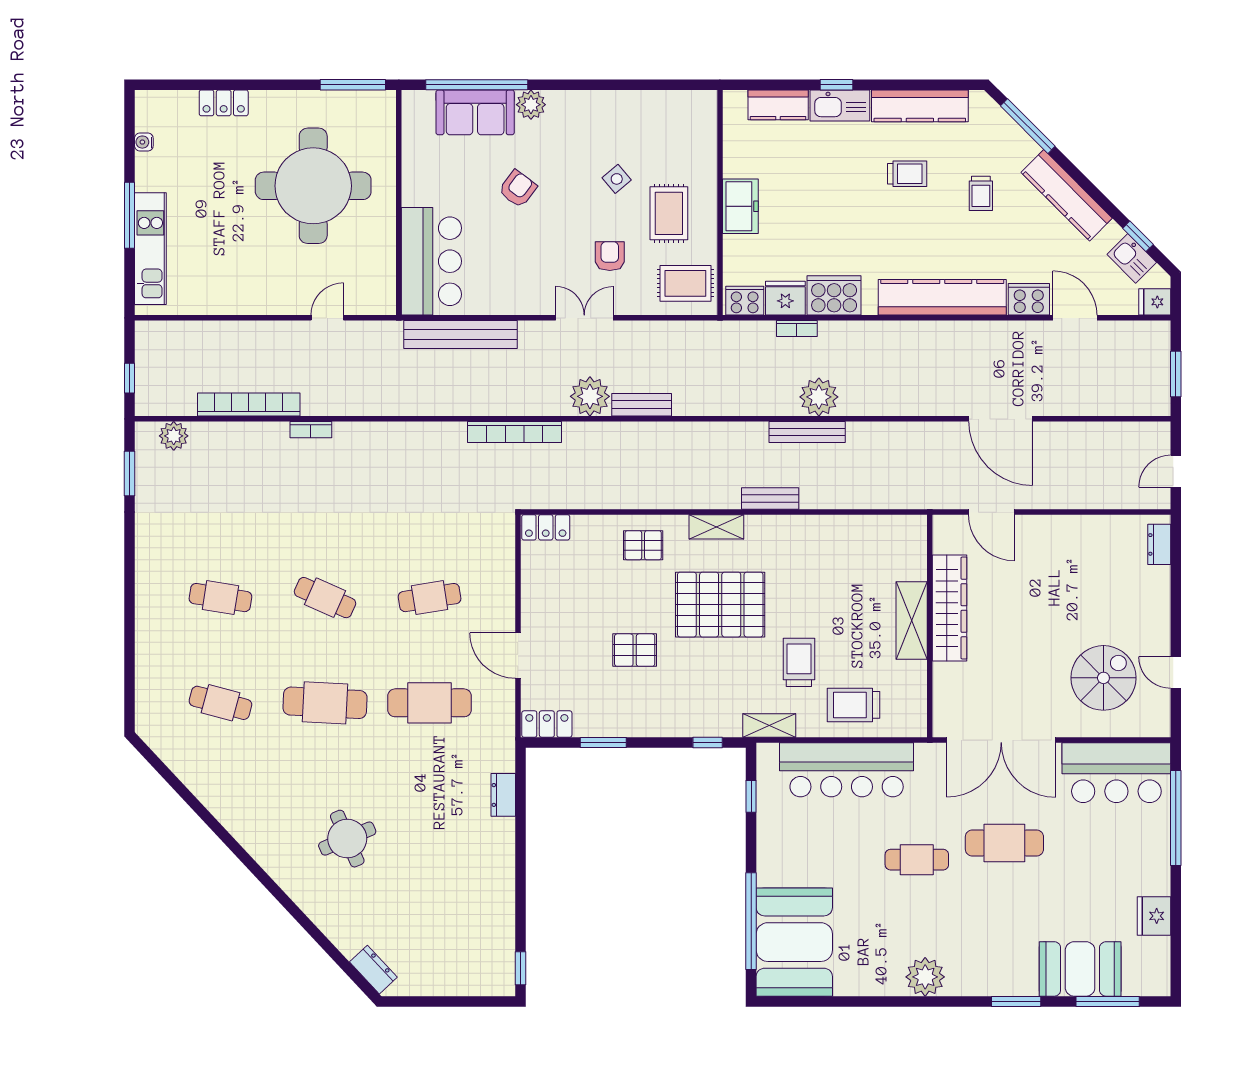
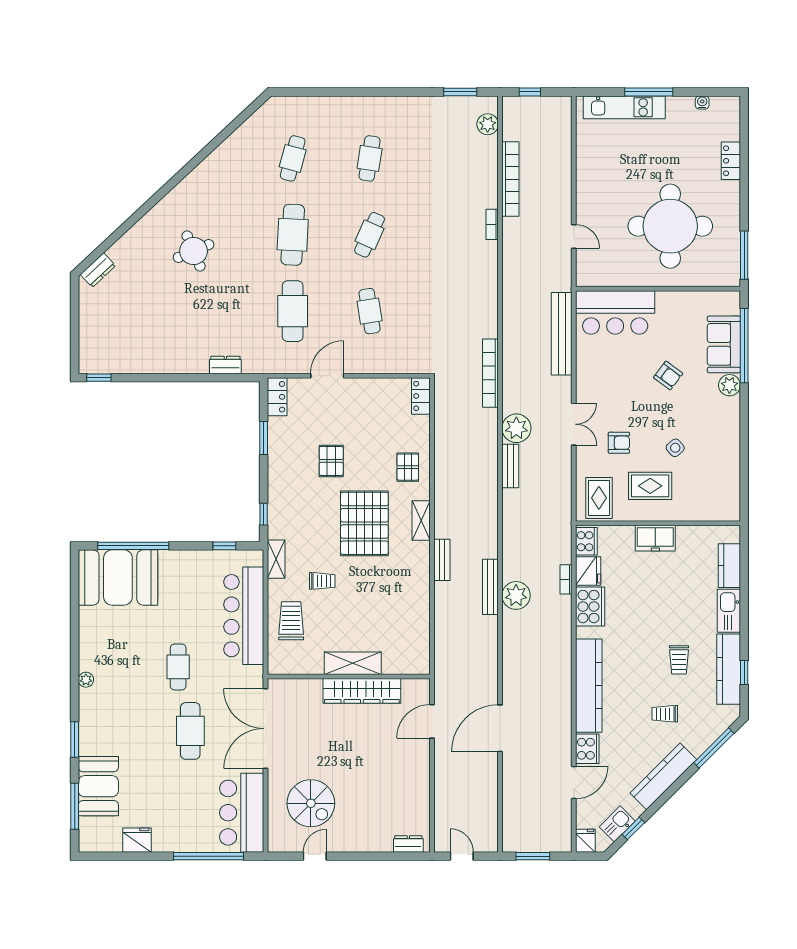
window: (837, 85) -> (744, 672), moved
trolley: (799, 662) -> (322, 581), width x0.73, depth x0.72
plant: (925, 977) -> (86, 680), width x0.53, depth x0.53

